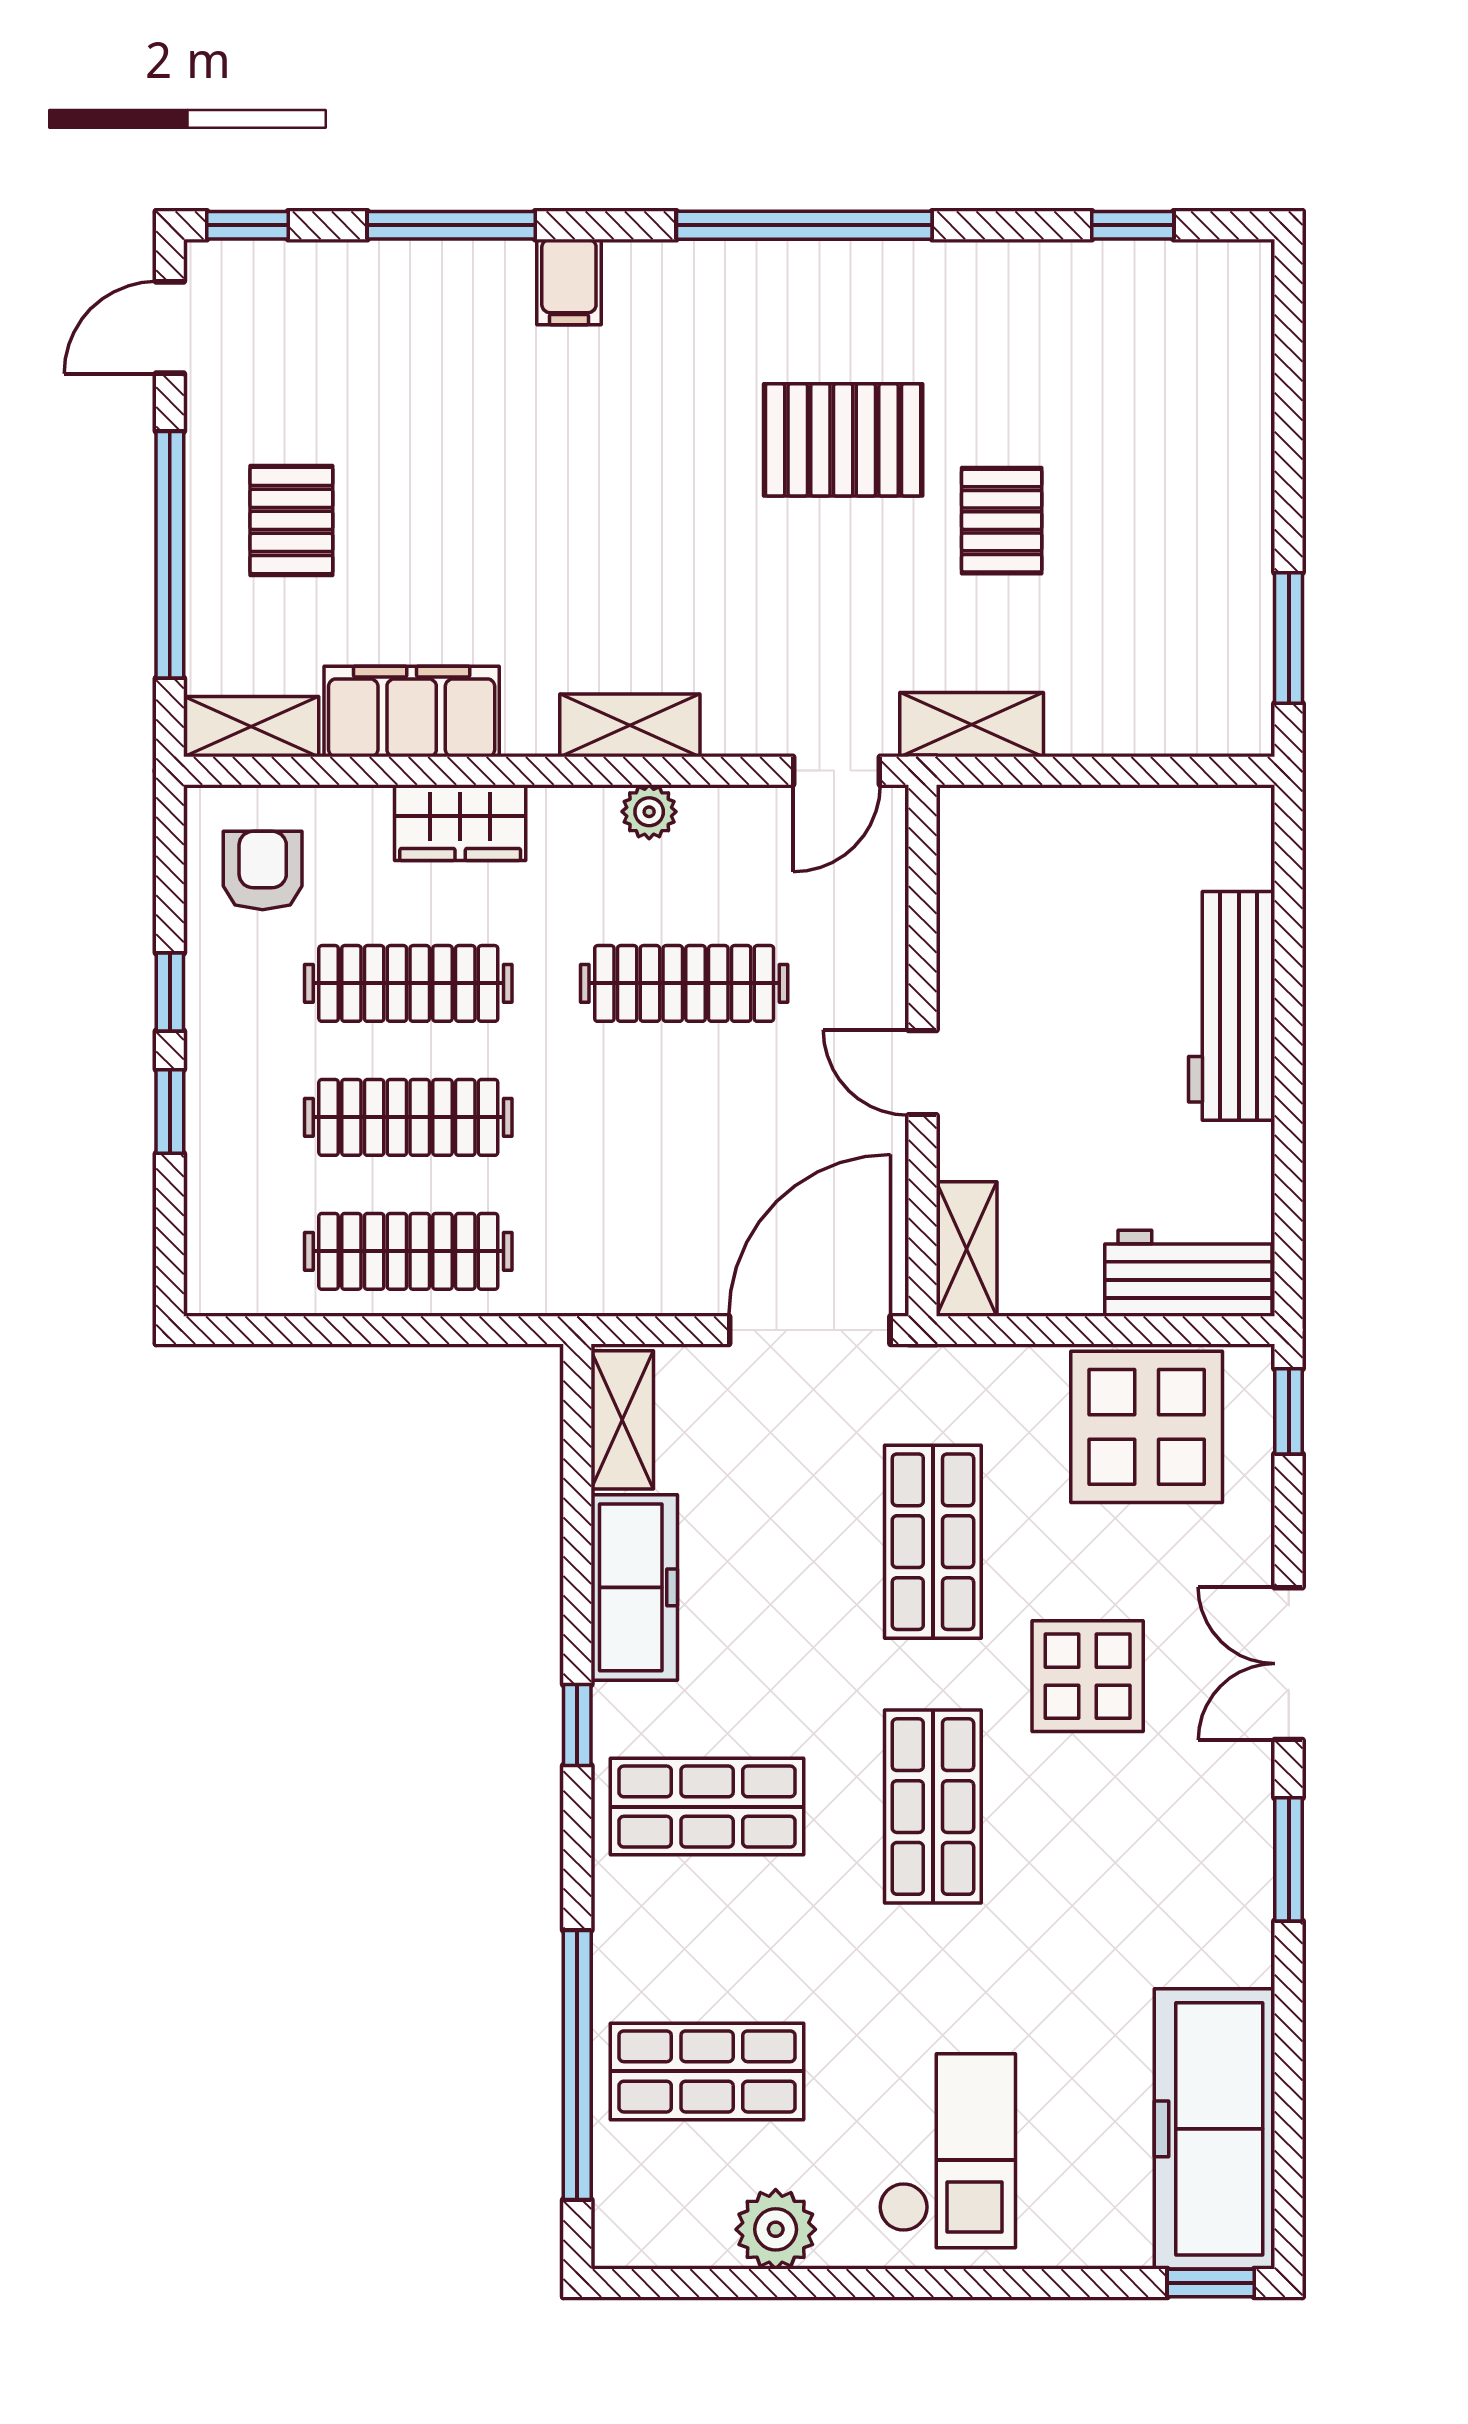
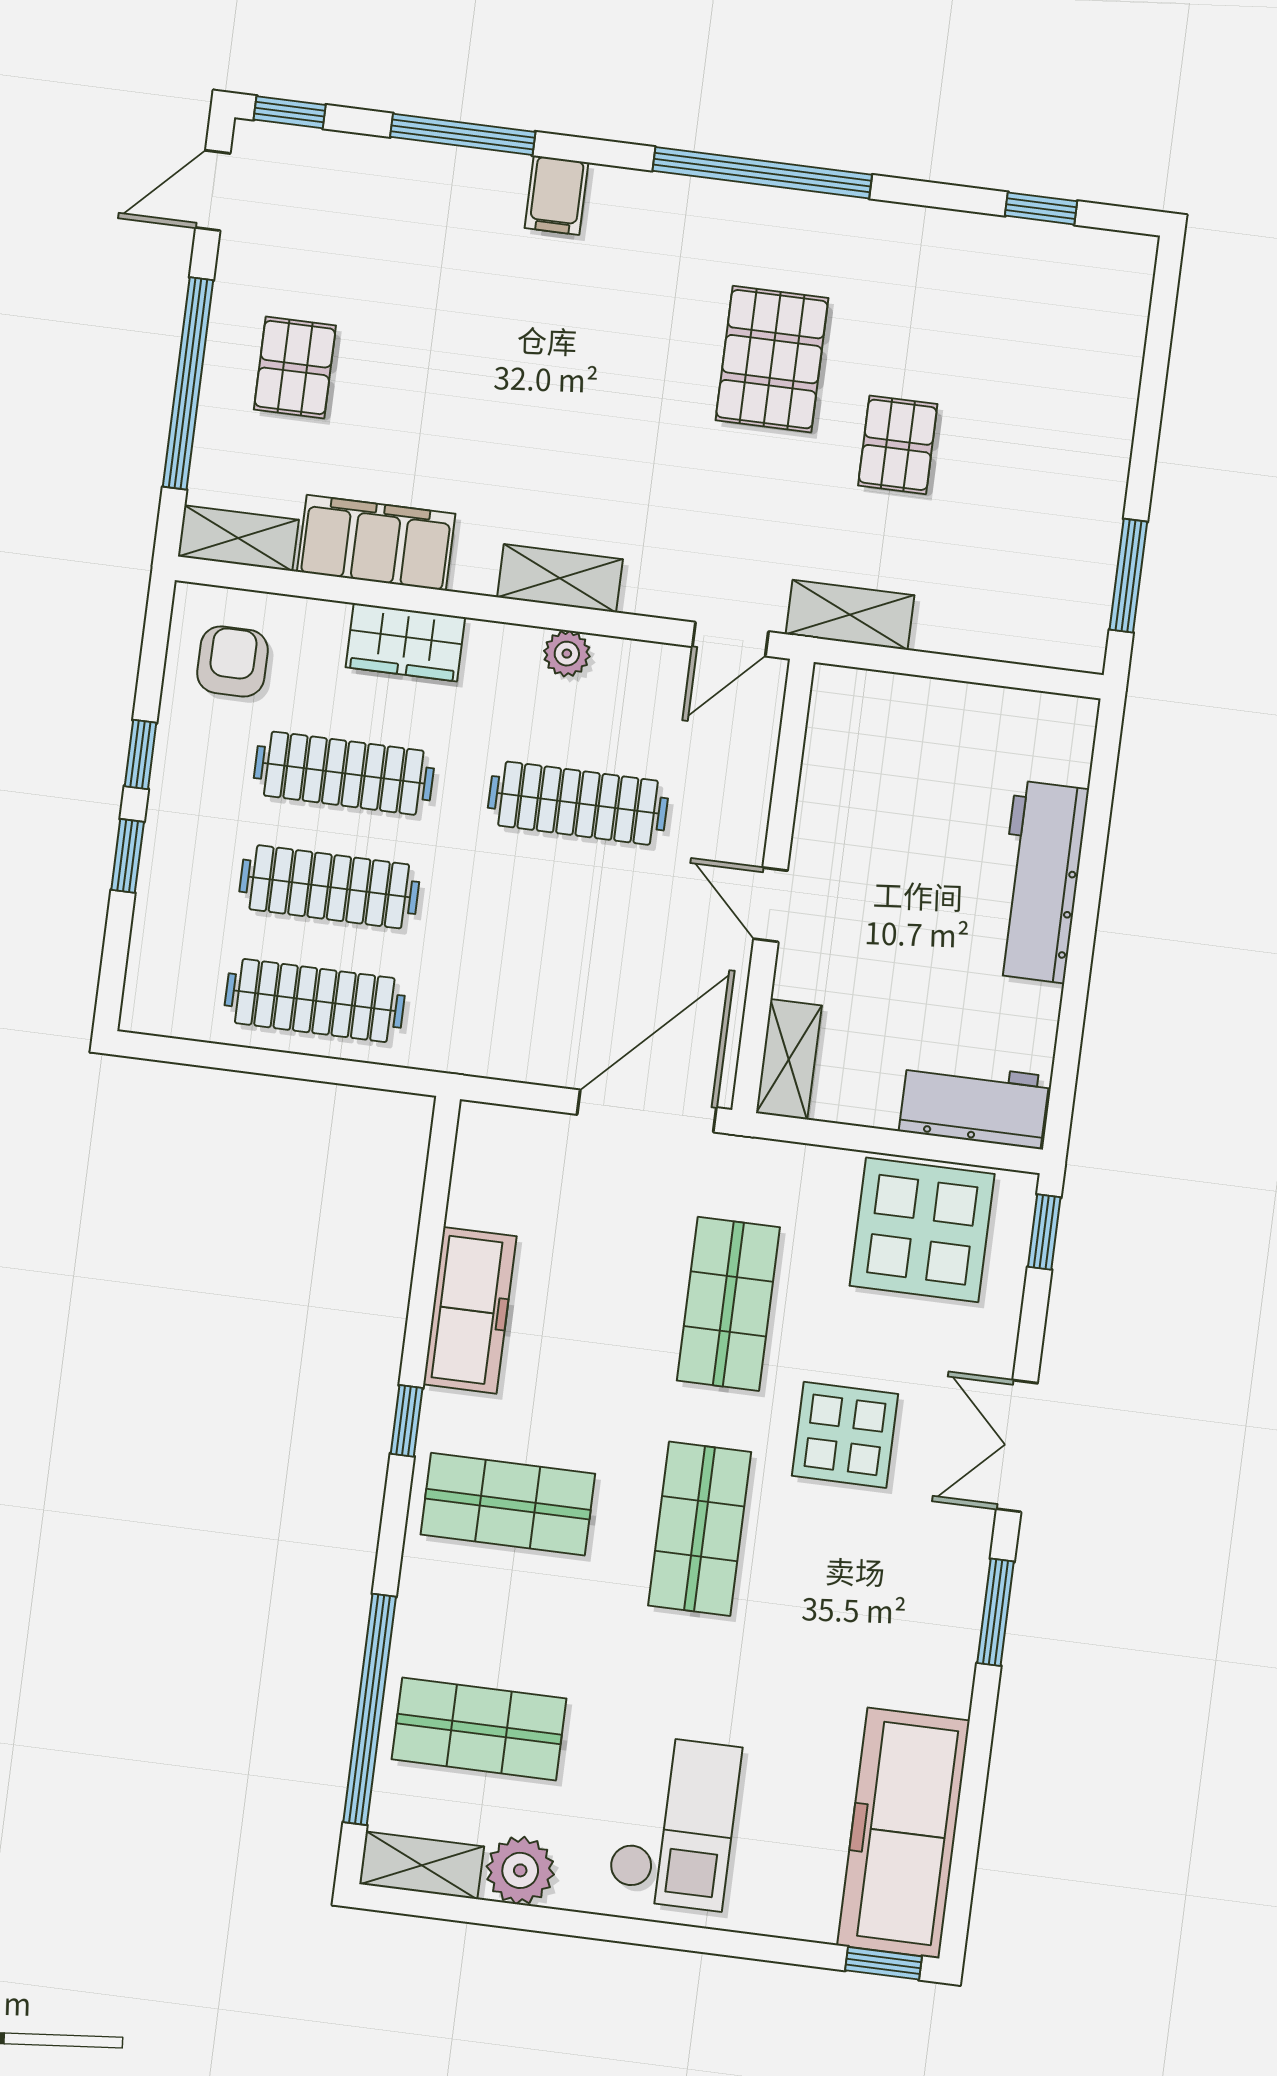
pallet: (843, 440) -> (772, 359), turned 90
shelving: (622, 1420) -> (422, 1865), moved, turned 90

